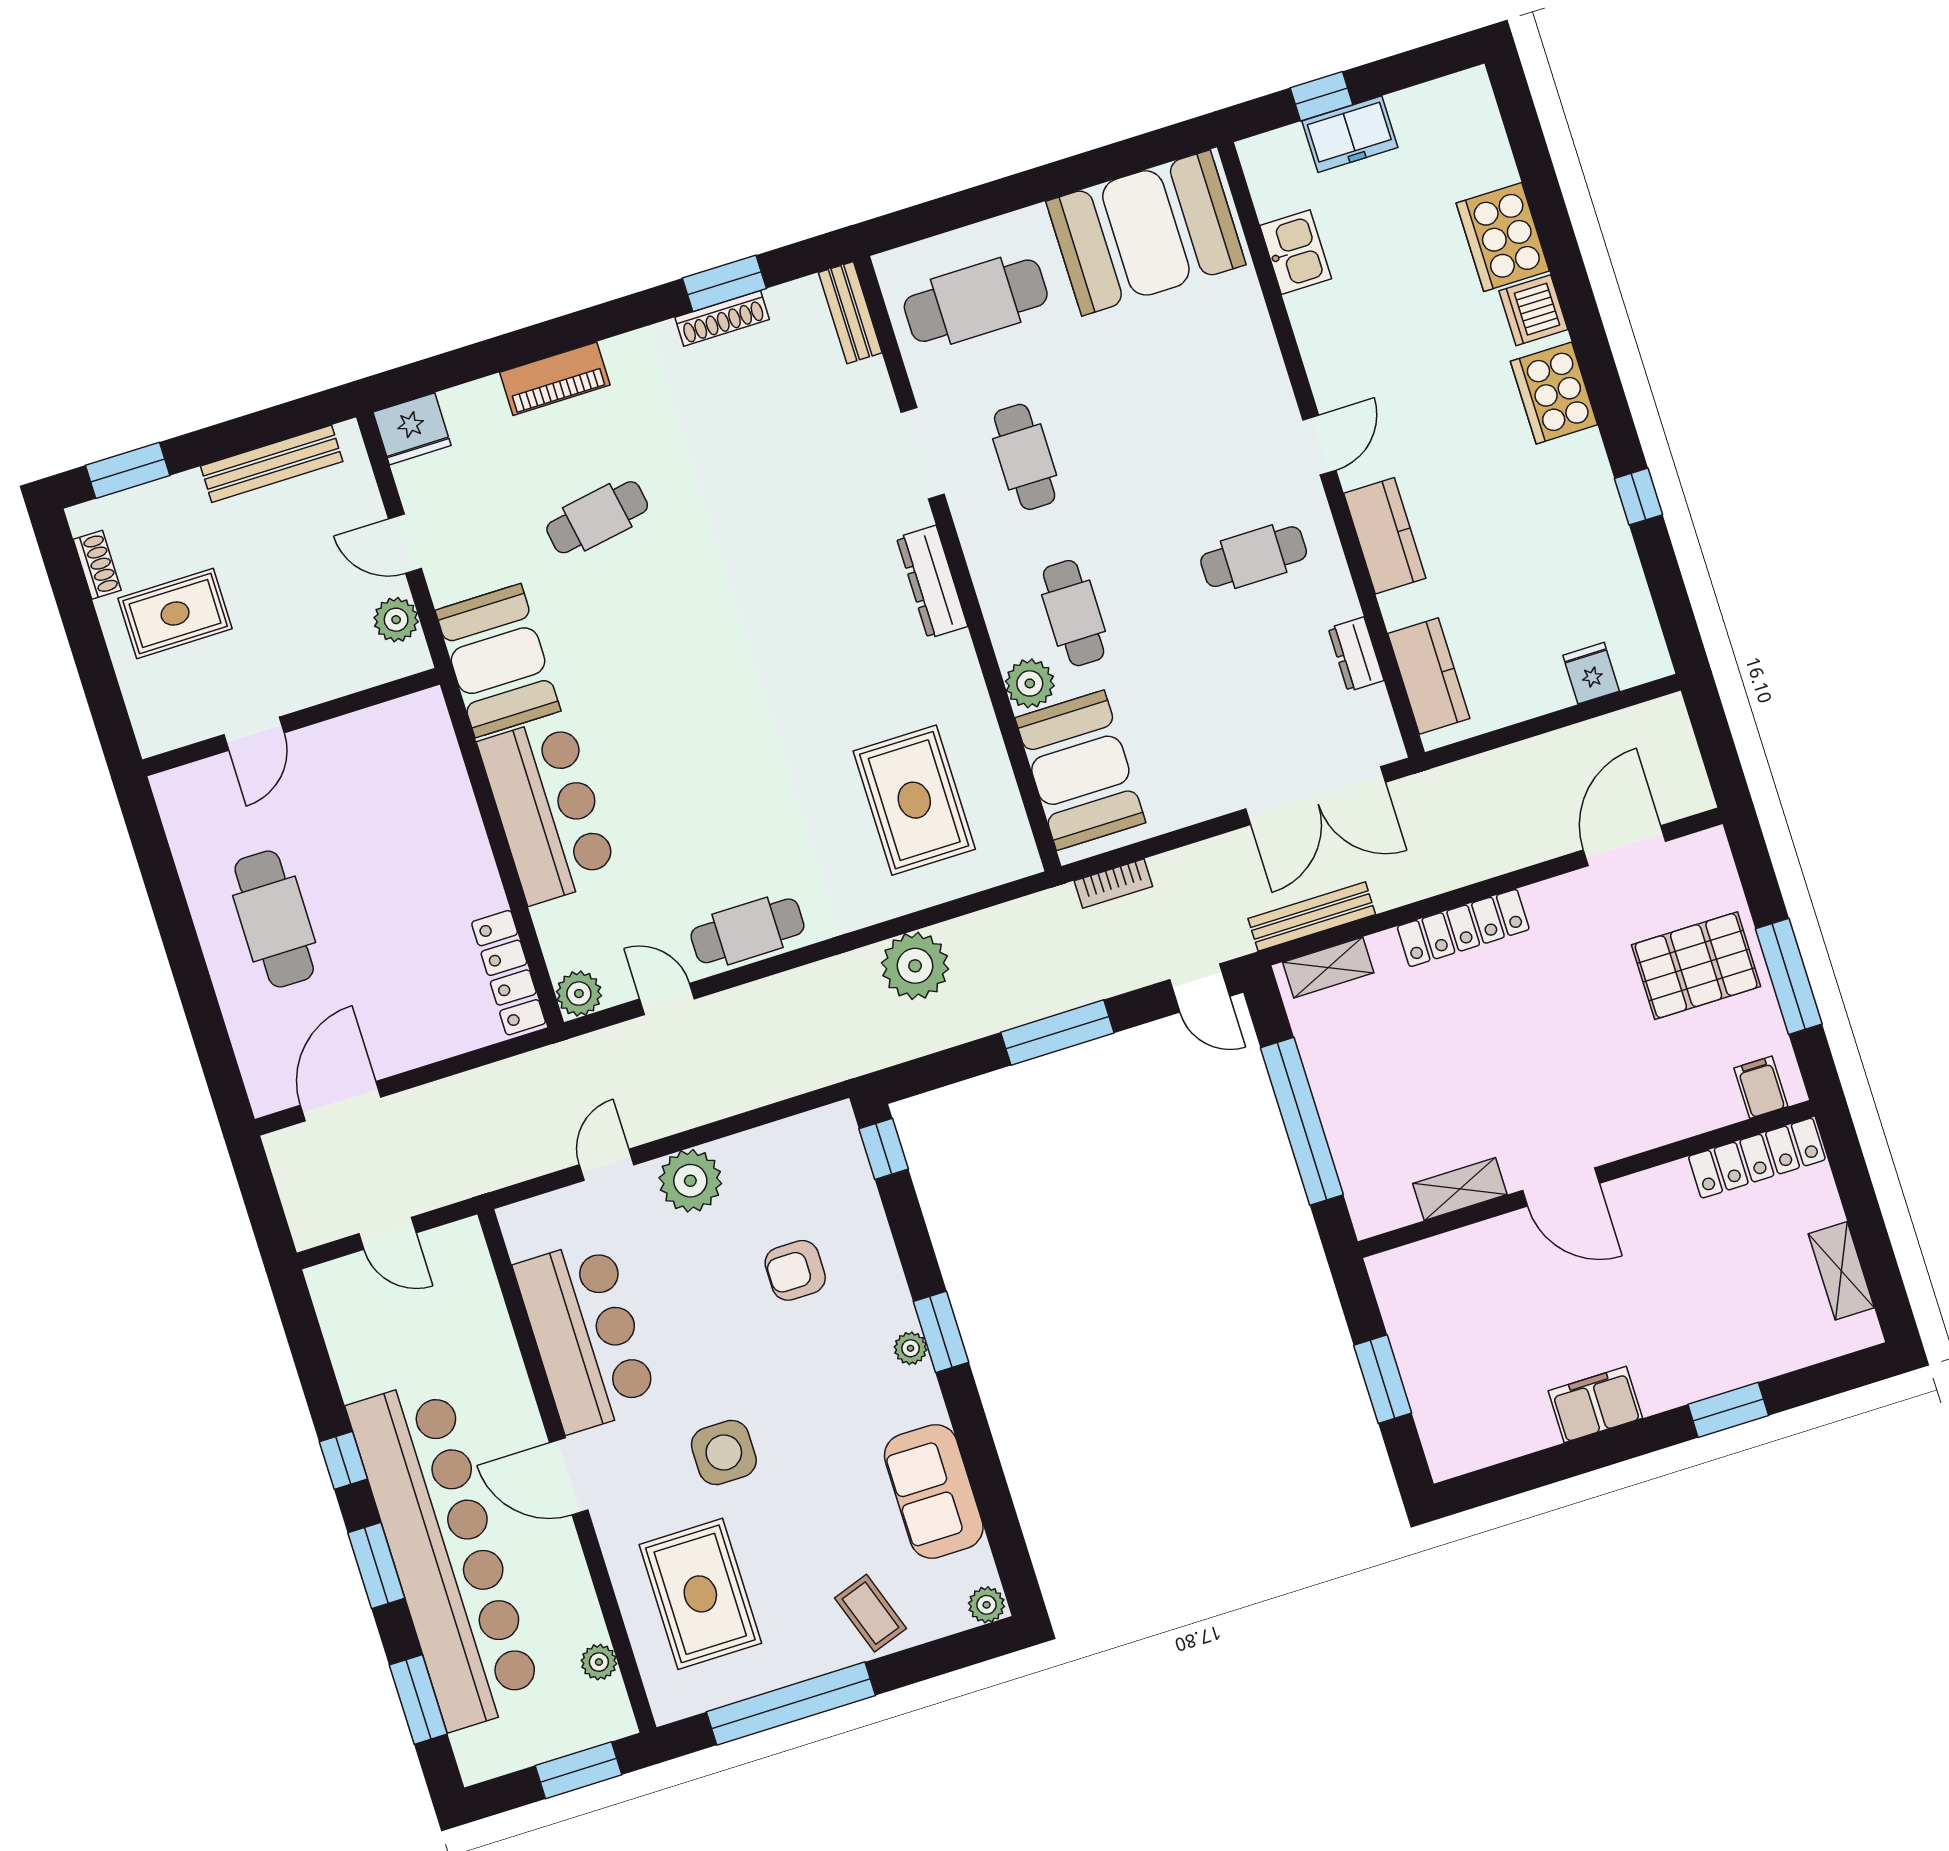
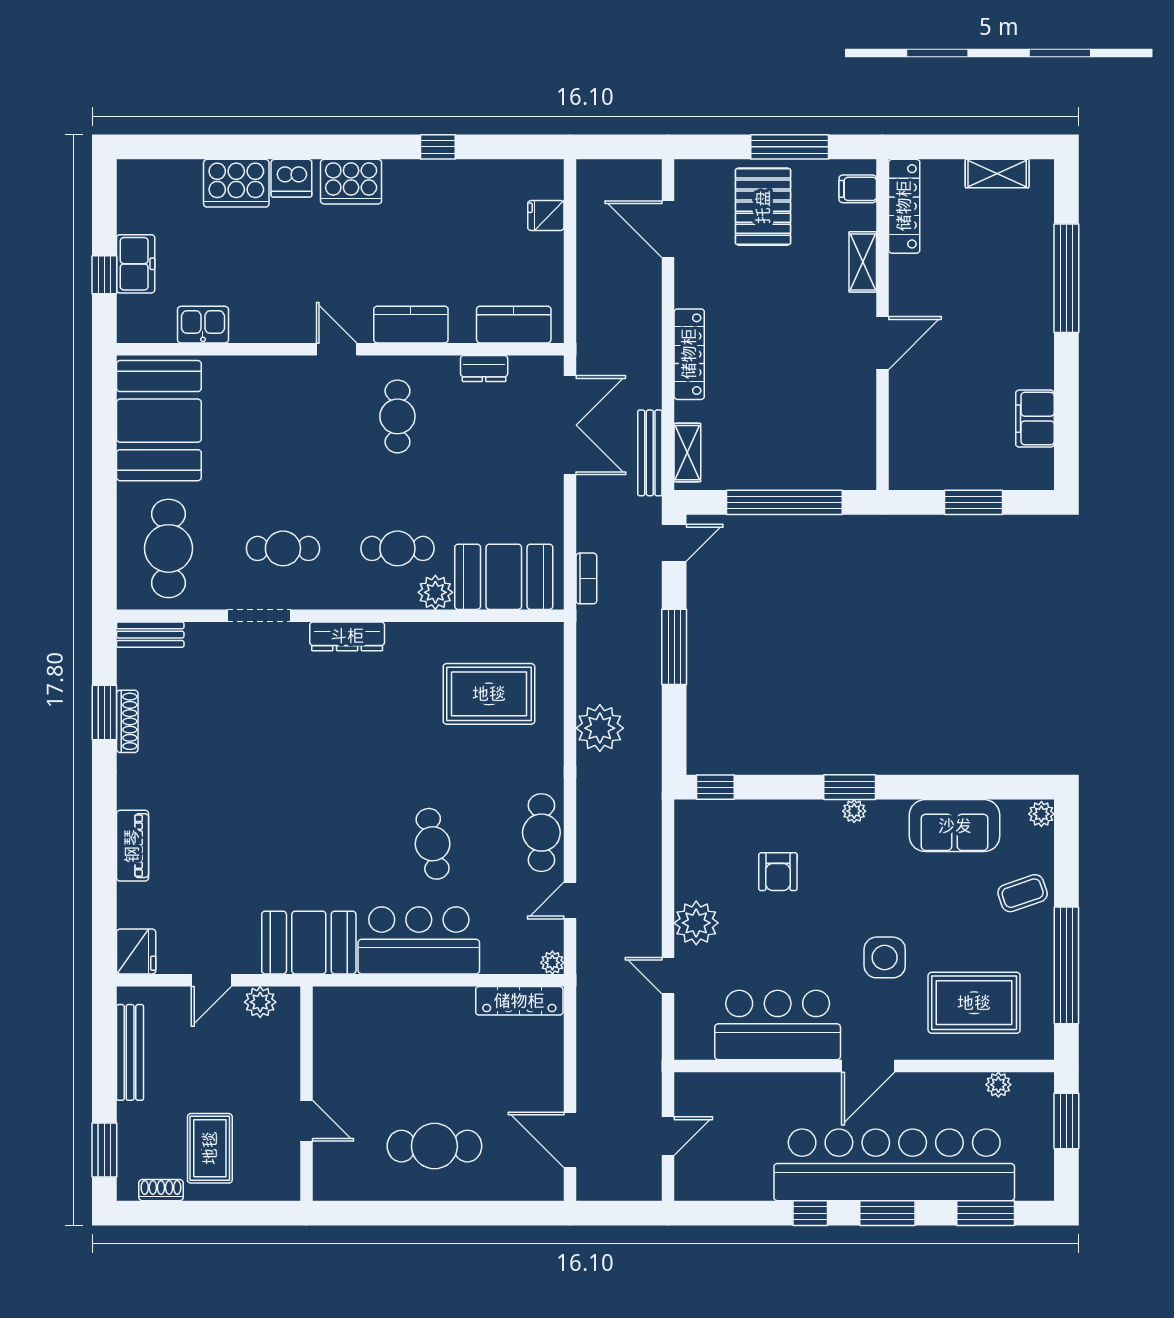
cafe table: (597, 517) -> (433, 844), moved
plant: (579, 994) -> (552, 963), width x0.73, depth x0.73
shelving: (1460, 1189) -> (863, 262), moved
filing cabinet: (1595, 1405) -> (1035, 419), moved
window: (1728, 1410) -> (1066, 278), width x2.11

